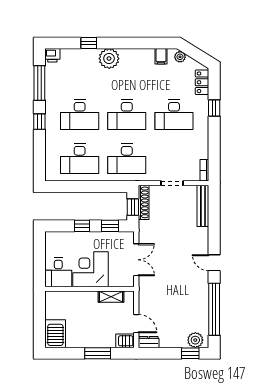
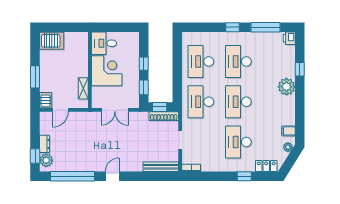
dresser: (149, 342) -> (45, 144), moved

